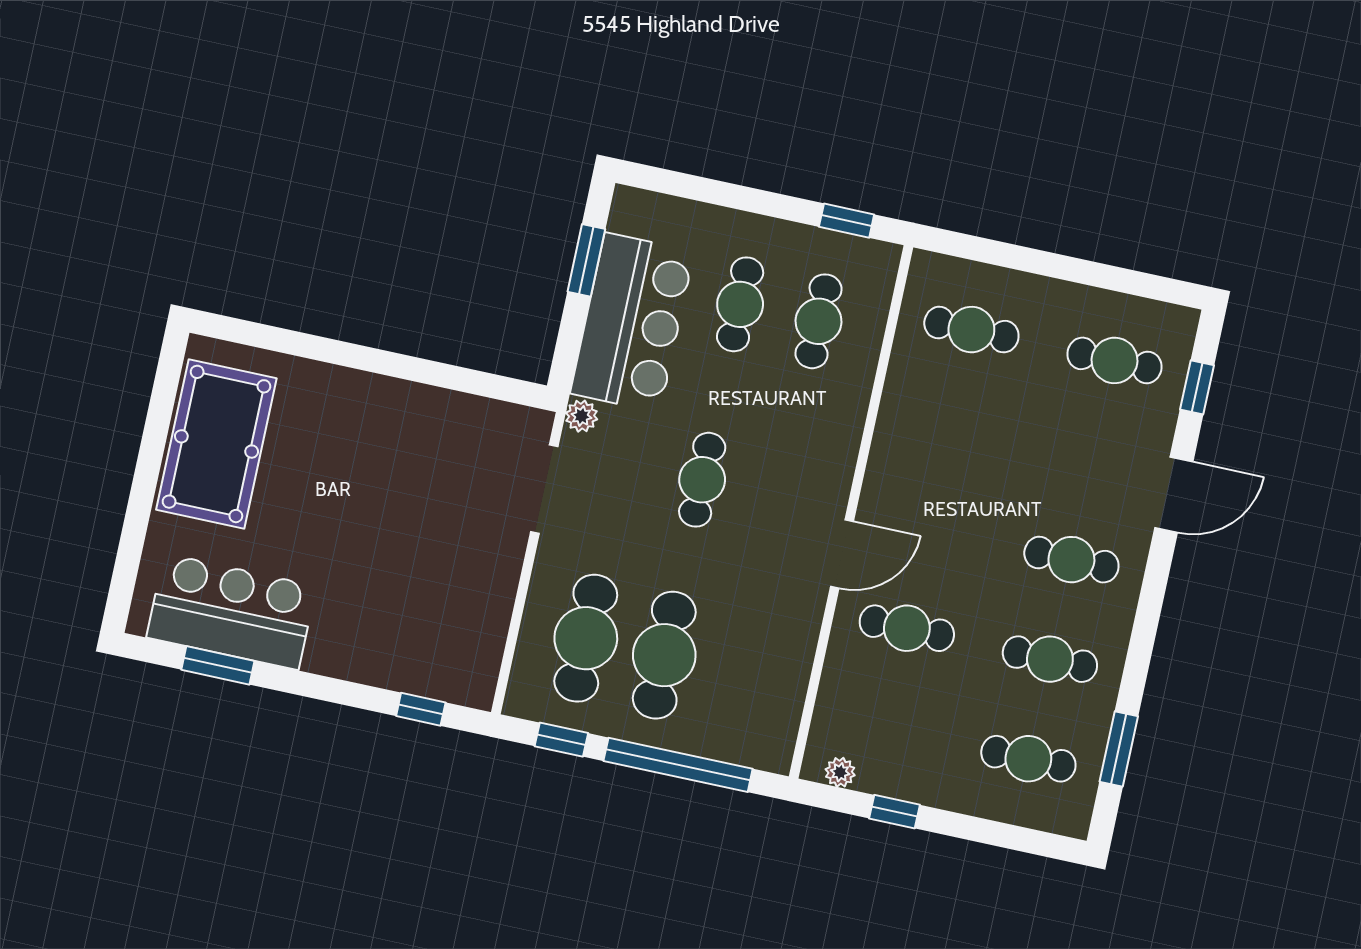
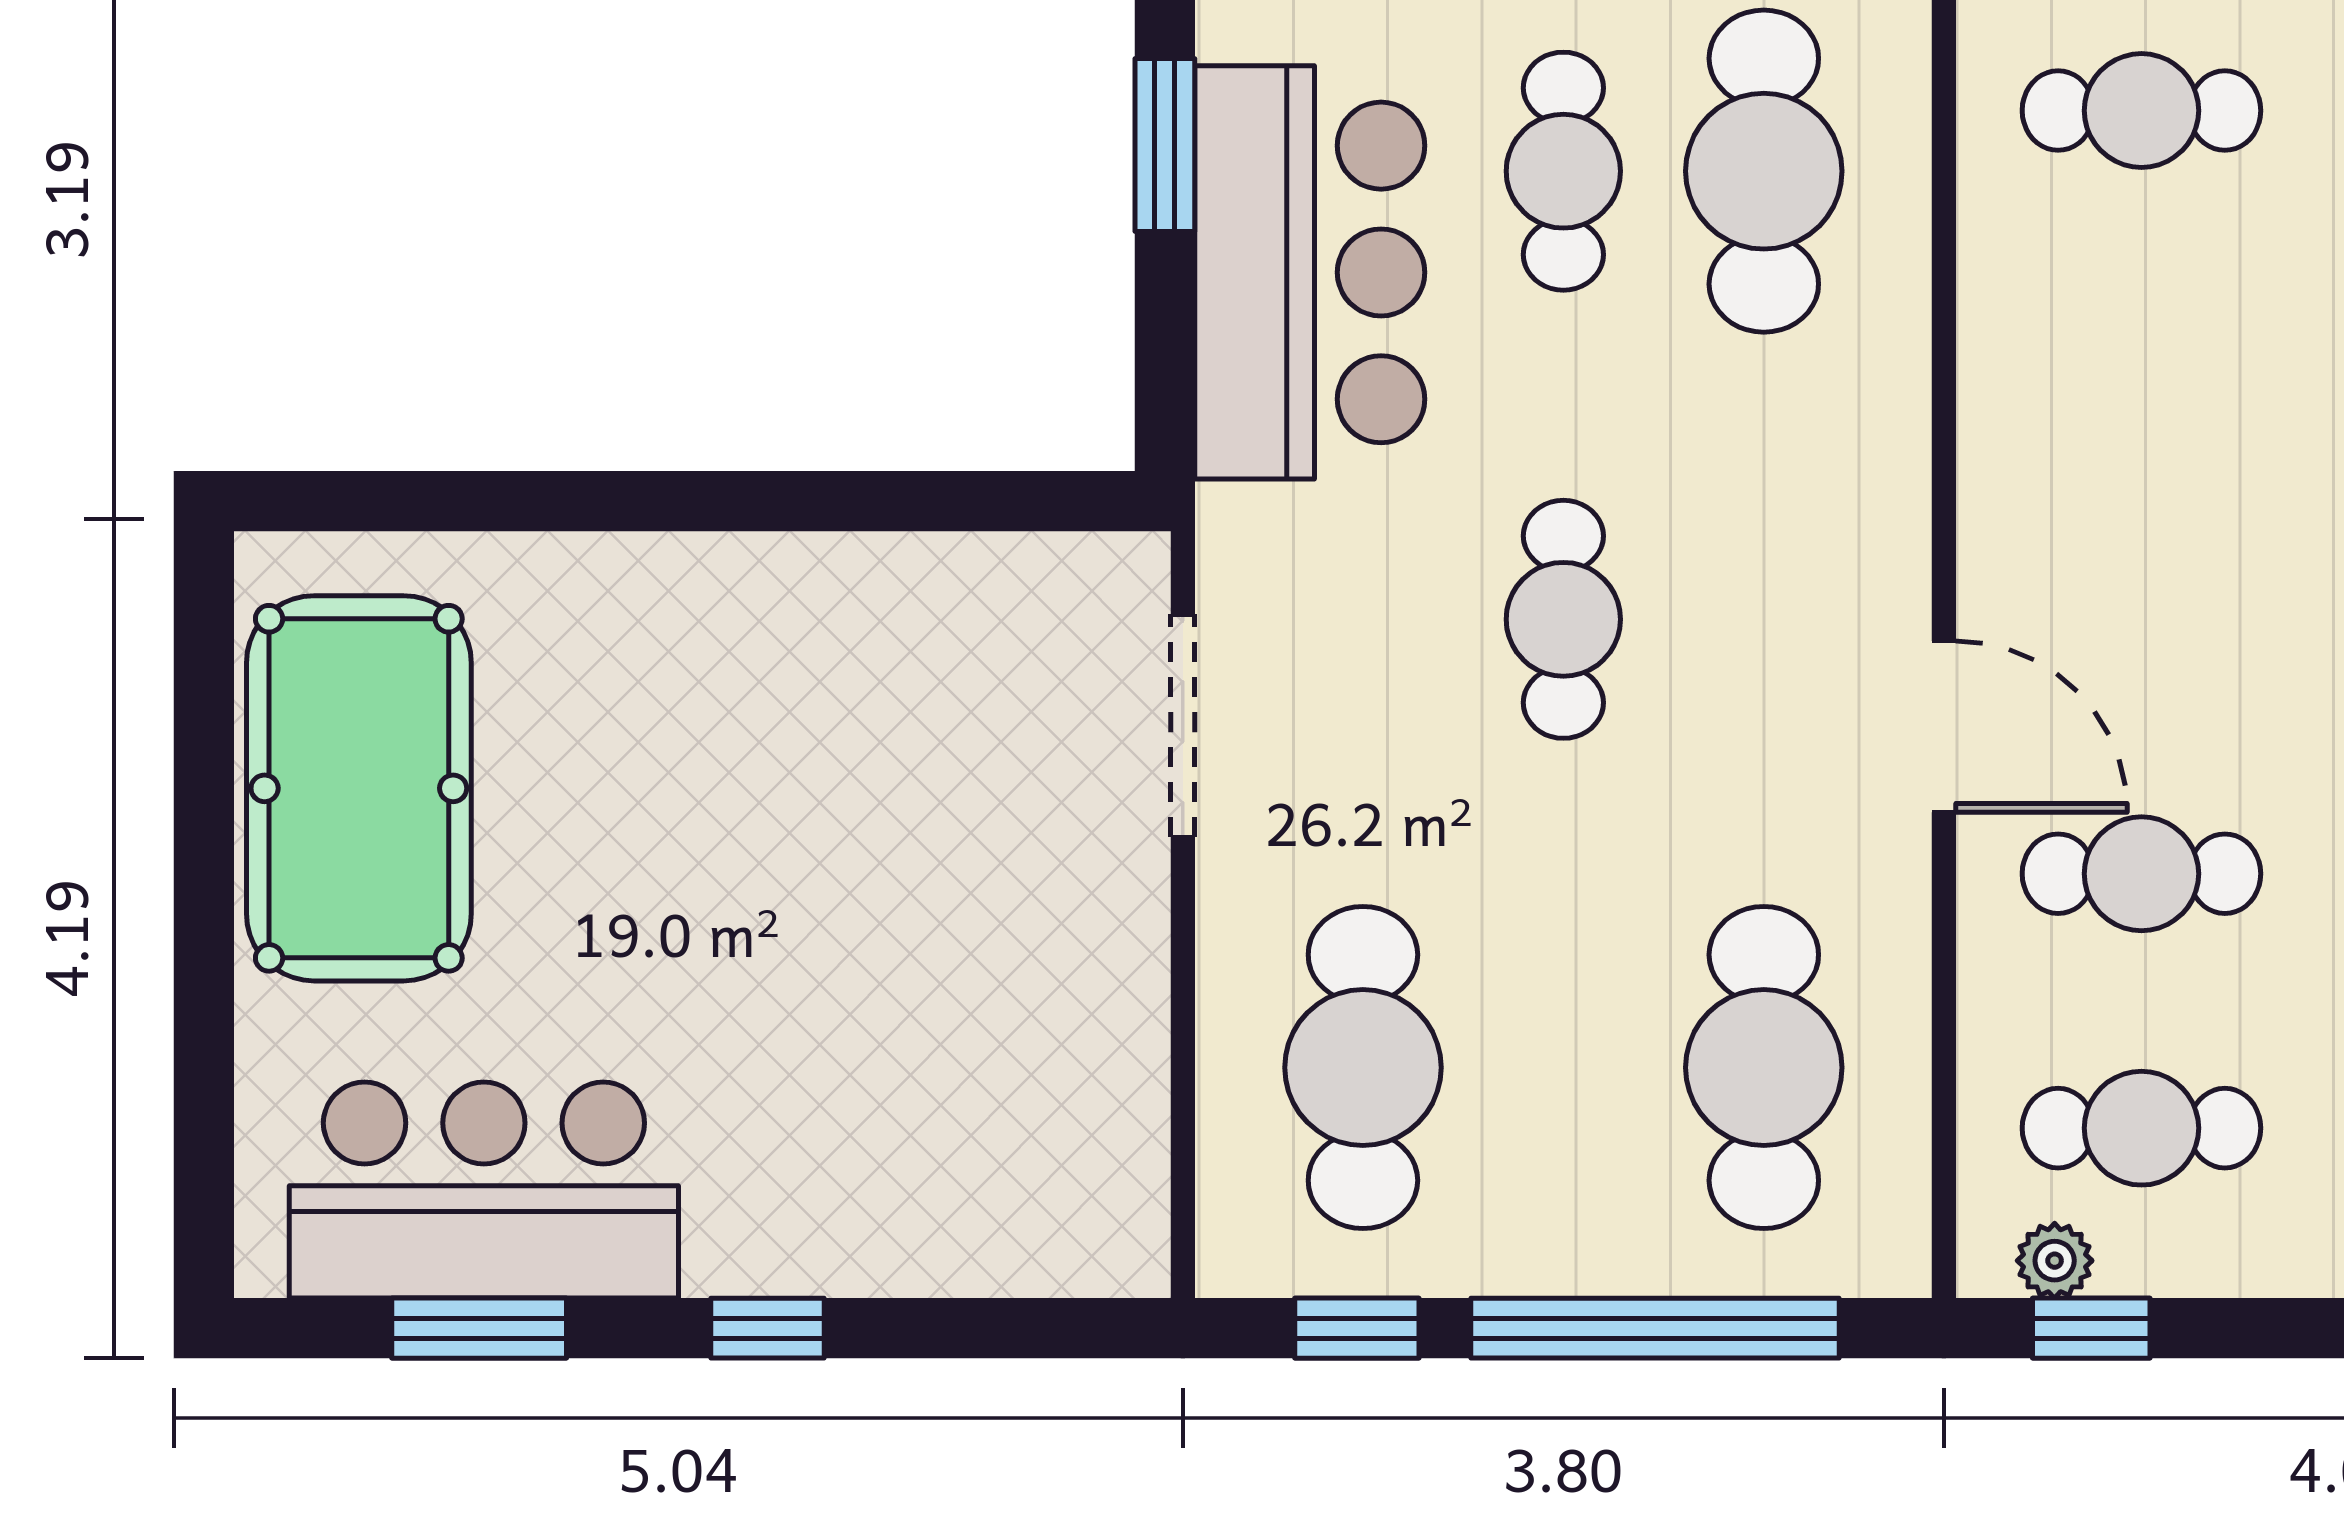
cafe table: (819, 321) -> (1764, 171), width x1.37, depth x1.35
plant: (582, 416) -> (1235, 527), removed
door: (842, 554) -> (1944, 727), hinge flipped
cafe table: (664, 655) -> (1764, 1068), moved
window: (421, 709) -> (768, 1328), moved
cafe table: (885, 728) -> (2141, 1128), added
window: (894, 812) -> (2091, 1328), moved

